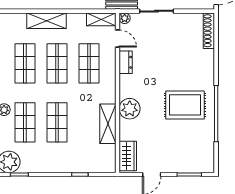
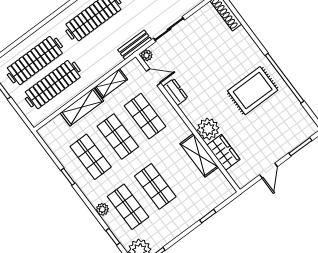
shelving: (101, 19) -> (111, 83), moved
wardrobe: (128, 156) -> (223, 152), moved

